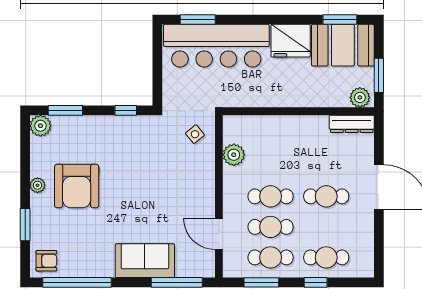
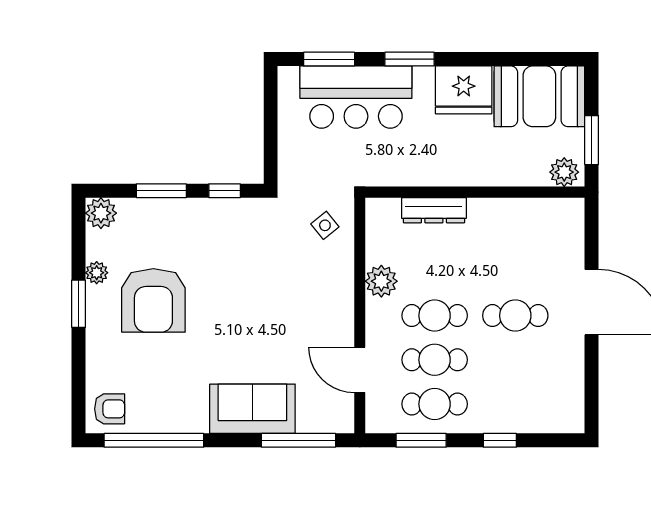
window: (340, 19) -> (410, 59), moved
bar counter: (216, 46) -> (356, 97), width x0.73
window: (65, 110) -> (161, 191), moved
dresser: (352, 124) -> (434, 210), moved
plant: (234, 155) -> (381, 281), moved
plant: (37, 185) -> (97, 273), moved
window: (25, 225) -> (79, 304), moved
cafe table: (326, 257) -> (515, 404), removed

